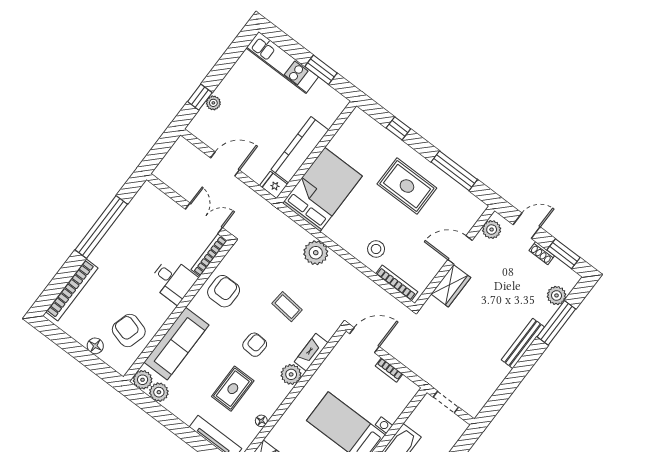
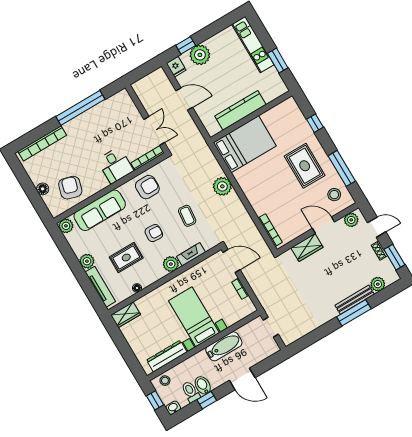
plant: (213, 103) -> (200, 55), width x1.88, depth x1.88
fridge: (273, 185) -> (176, 67), moved, turned 180
stool: (376, 249) -> (334, 195), moved
window: (556, 323) -> (354, 313), moved
bench: (523, 343) -> (355, 300), moved
plant: (159, 392) -> (87, 261), moved

